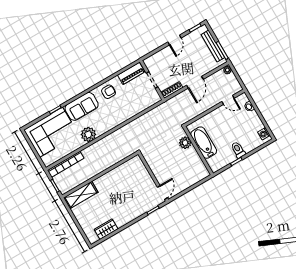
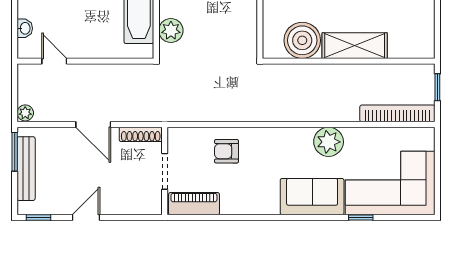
door: (195, 82) -> (93, 125), swing flipped
armchair: (109, 92) -> (226, 151), moved
boiler: (126, 172) -> (302, 40), added
shelving: (81, 195) -> (355, 46), moved

